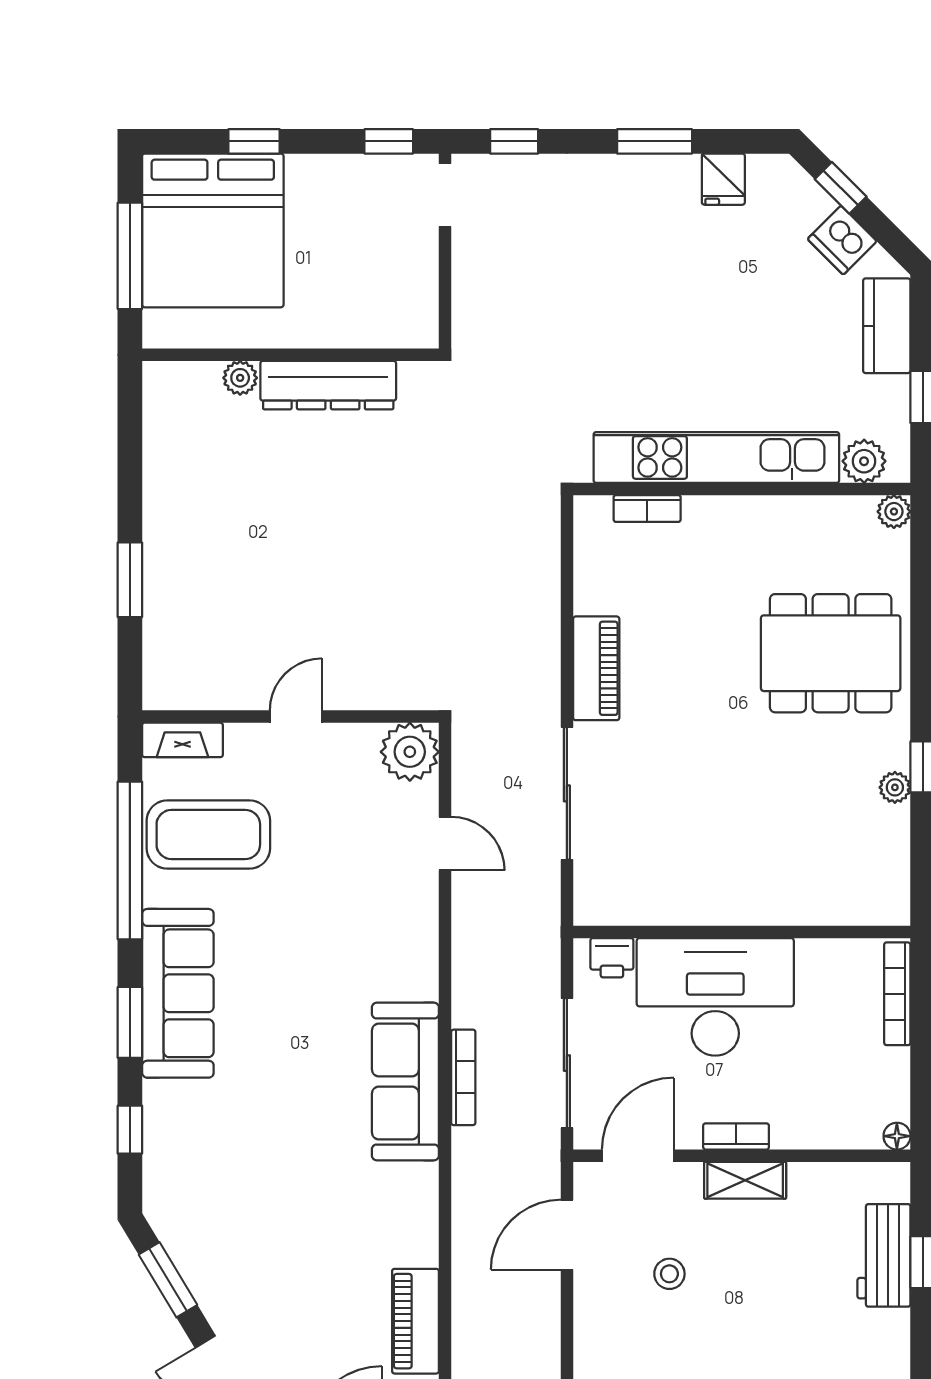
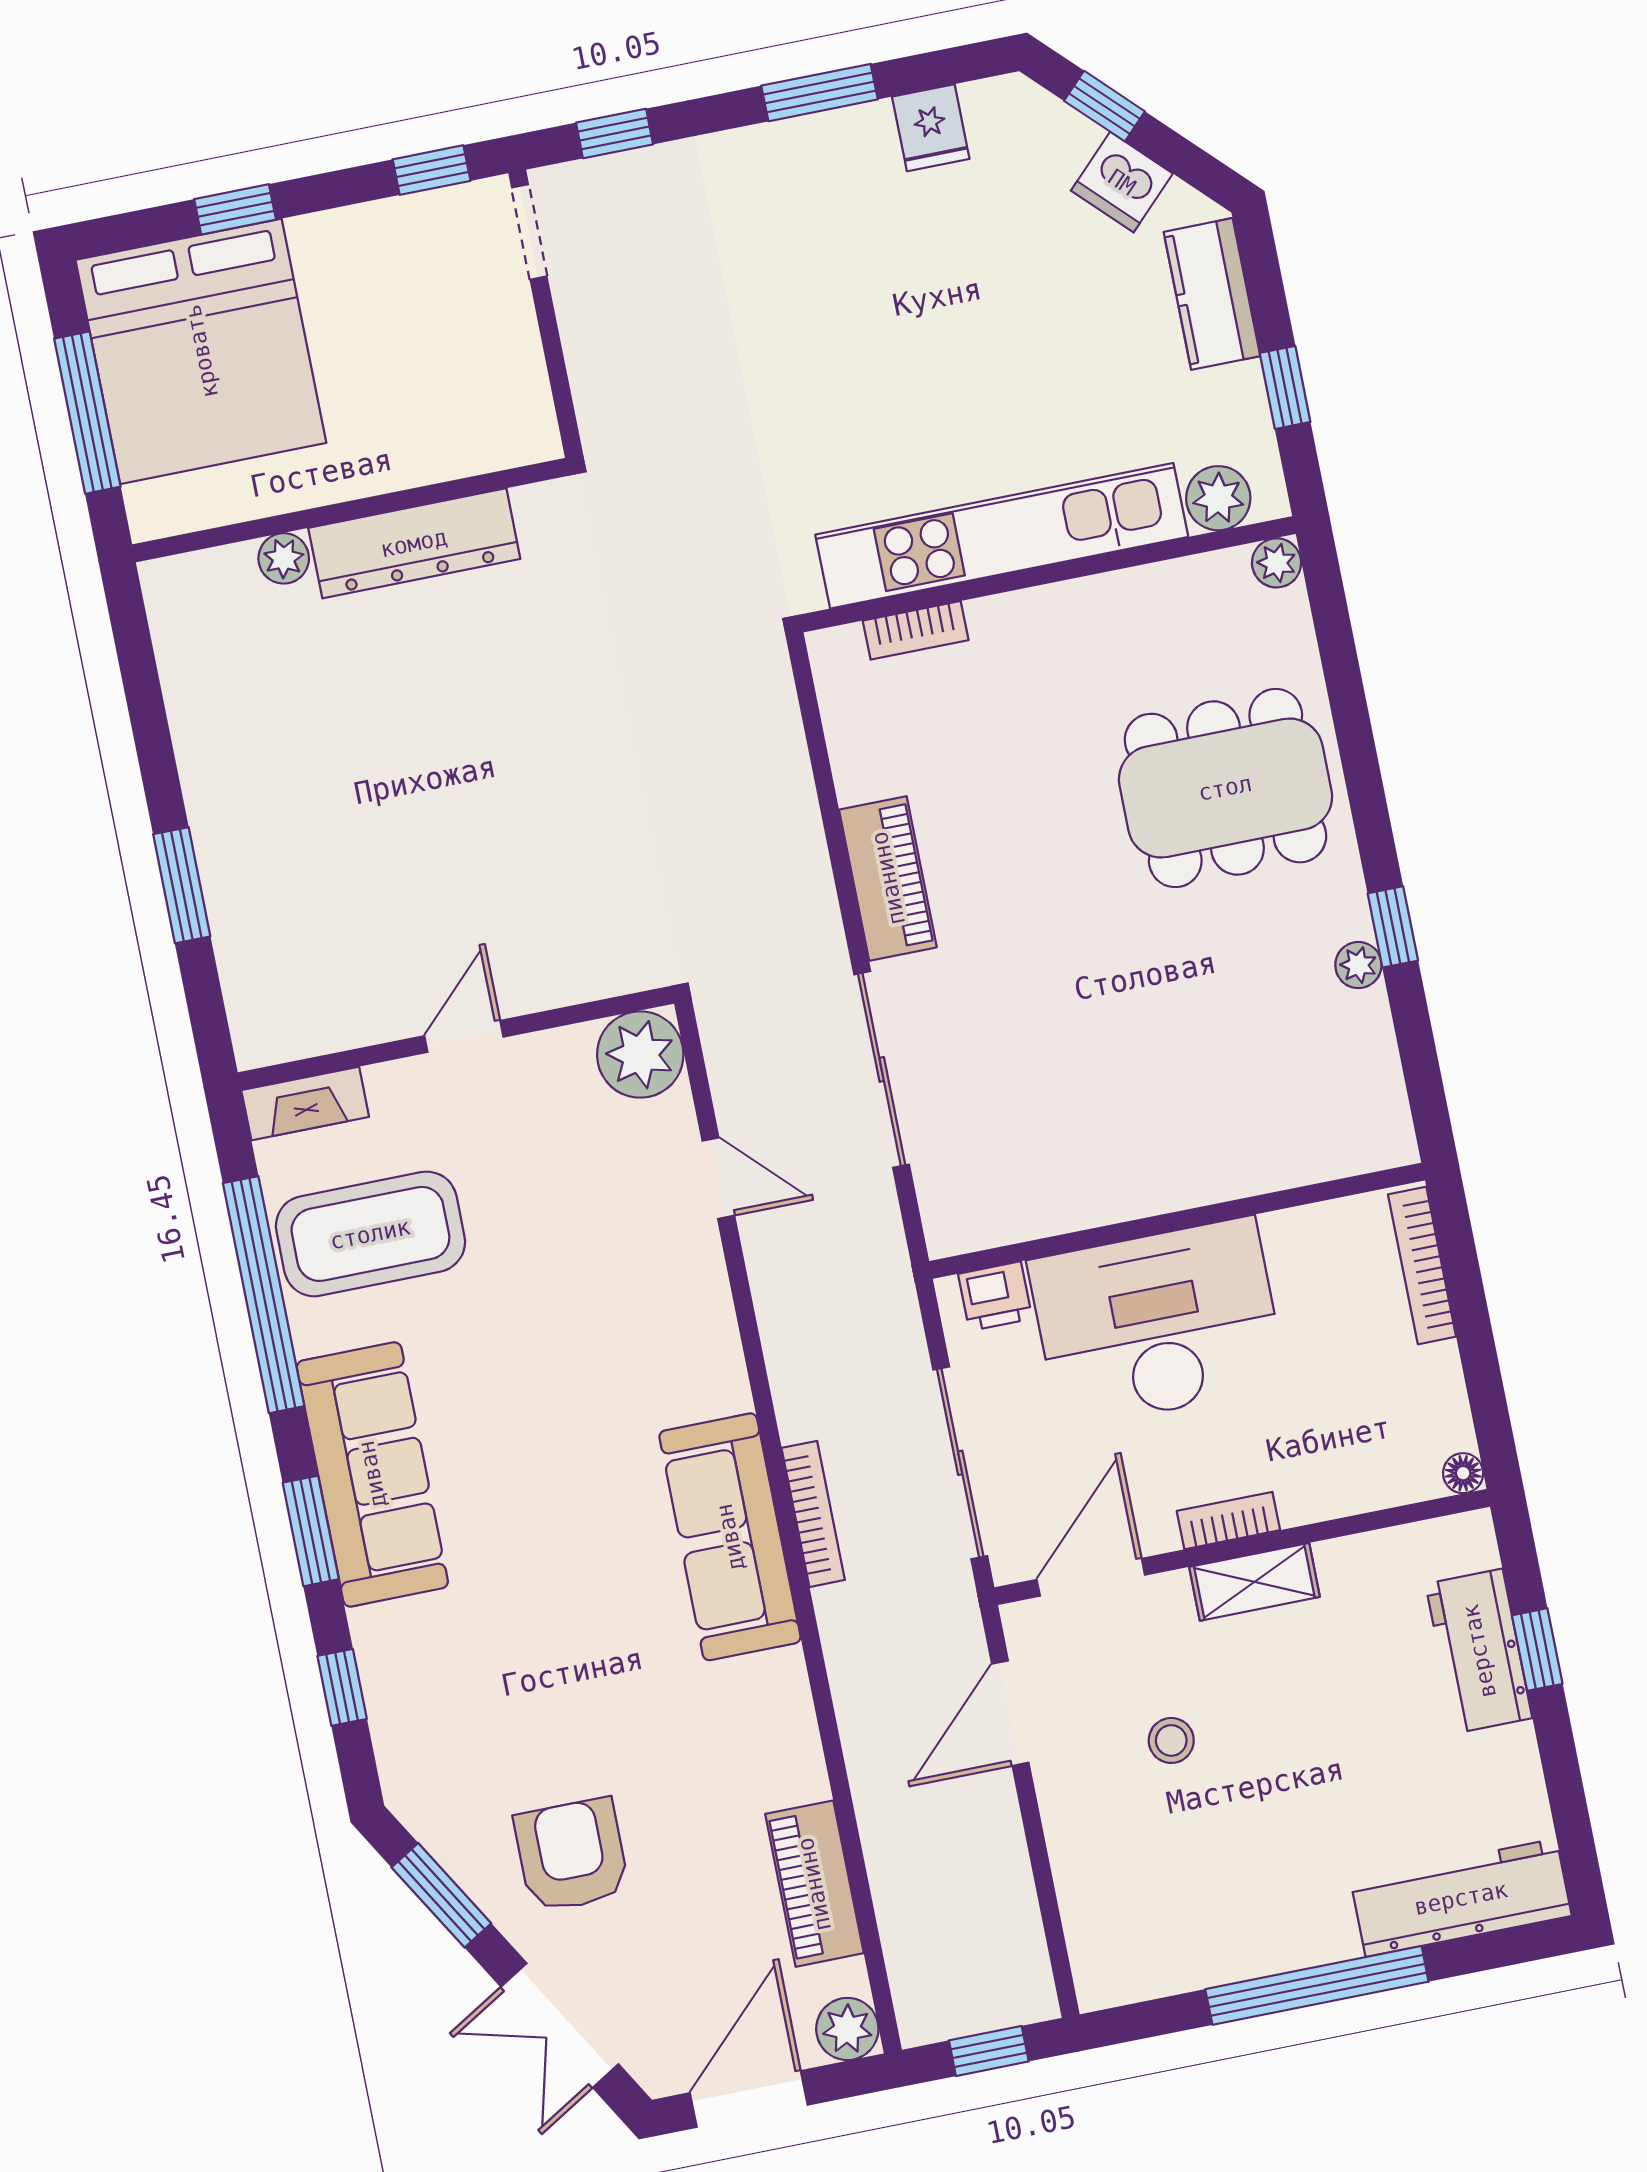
armchair: (259, 1270) -> (572, 1855), added

